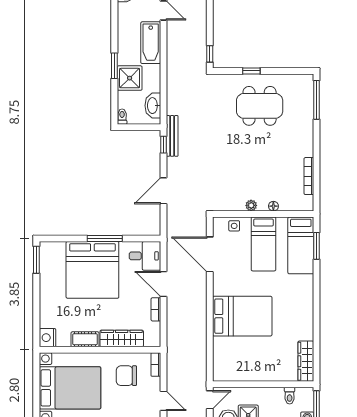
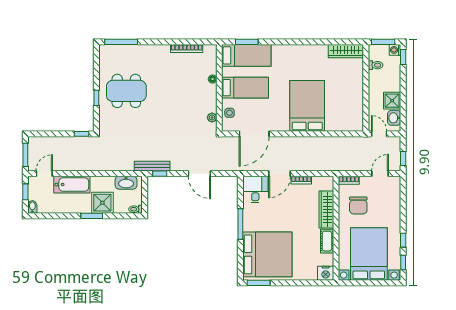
dining table: (260, 106) -> (126, 91), turned 90
plant: (251, 205) -> (212, 117), moved
bed: (92, 270) -> (267, 254), moved

